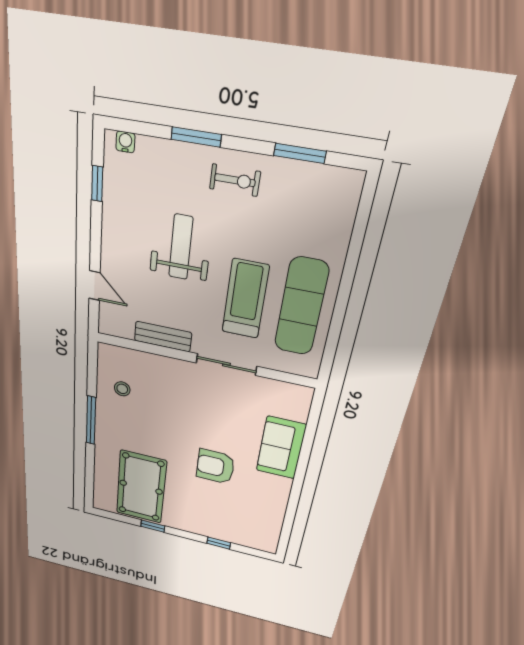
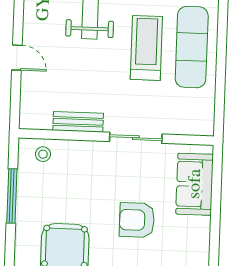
bench: (163, 337) -> (78, 122), moved
wall: (204, 360) -> (116, 137), moved
sliding door: (226, 365) -> (136, 138), moved

